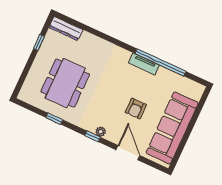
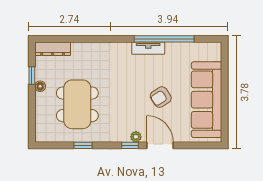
floor lamp: (42, 54) -> (40, 86), added
armchair: (136, 109) -> (161, 97), turned 57
door: (128, 153) -> (160, 145), moved

